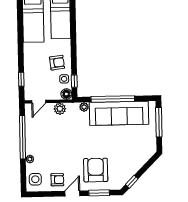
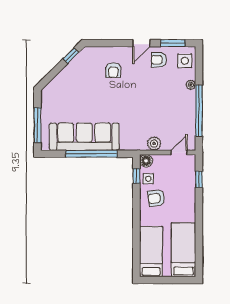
plant: (84, 107) -> (125, 145), removed
armchair: (96, 170) -> (113, 70), width x0.53, depth x0.53
window: (99, 193) -> (173, 43), moved

